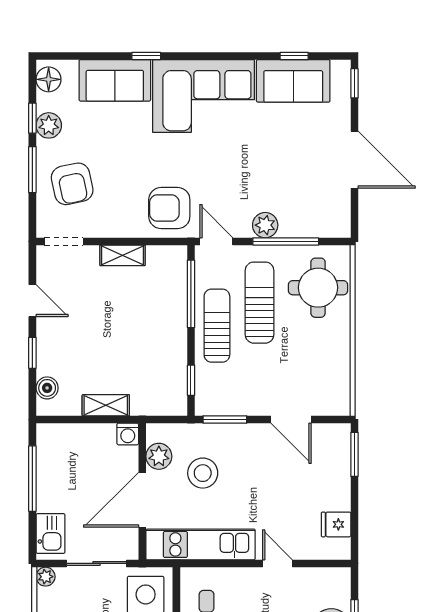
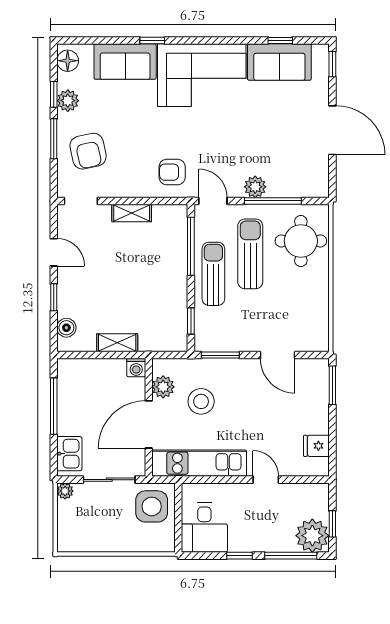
armchair: (169, 208) -> (172, 172), width x0.72, depth x0.72

